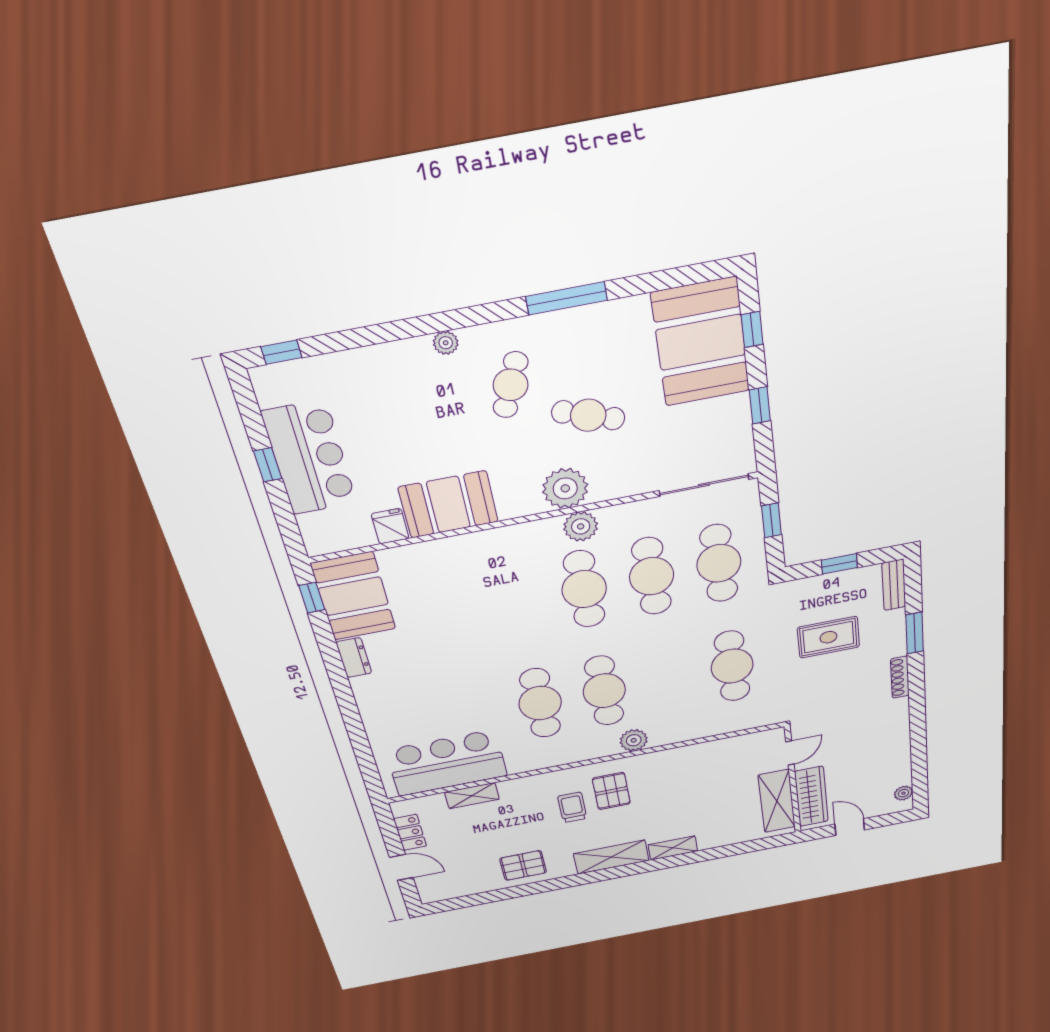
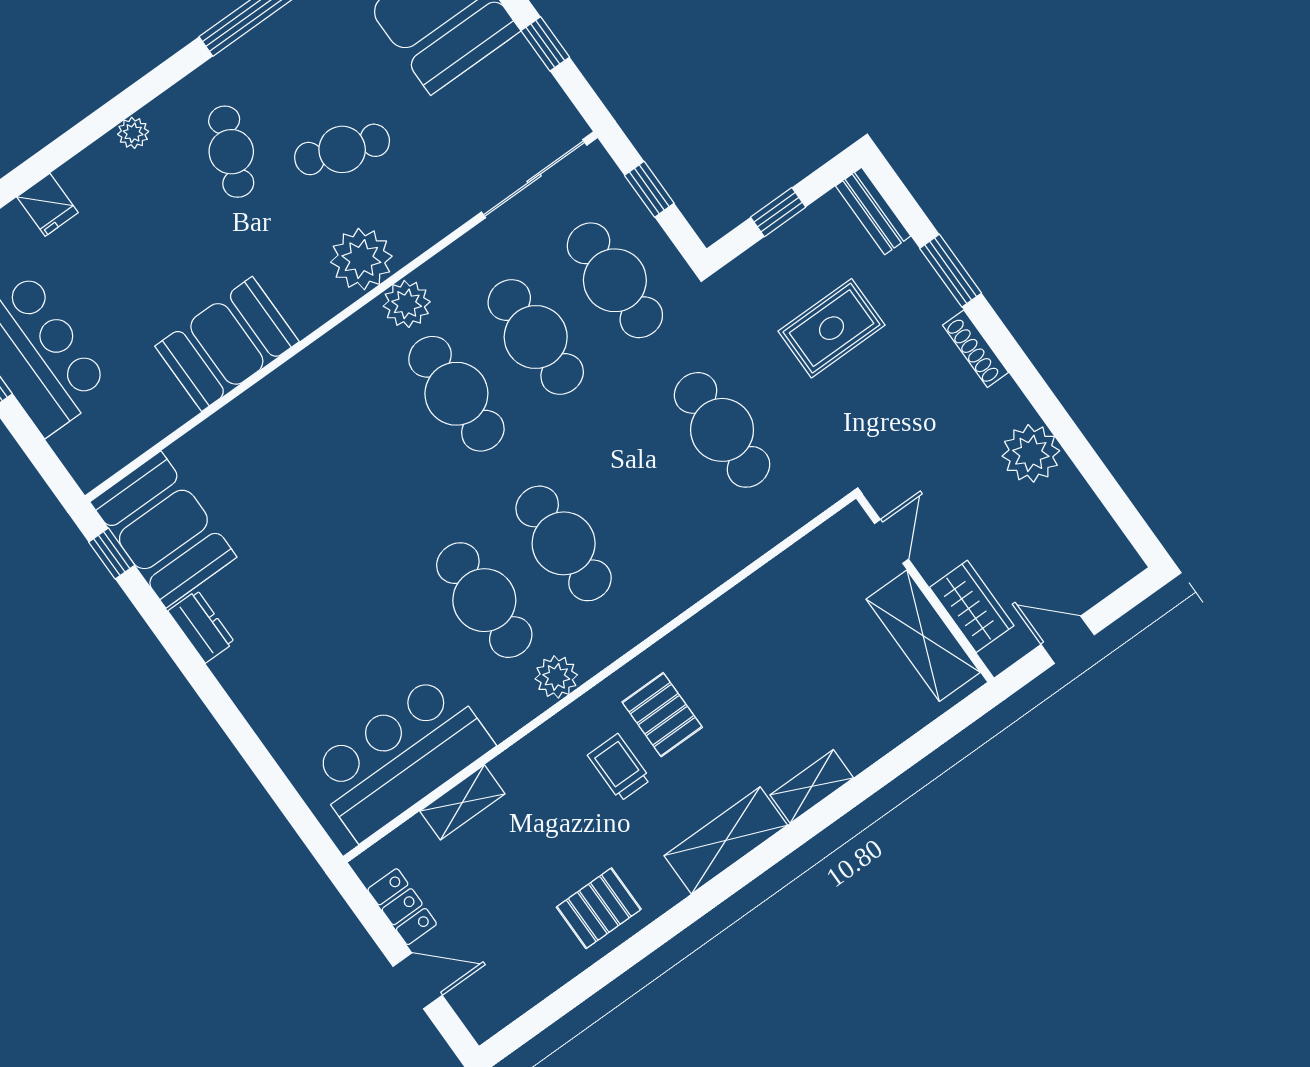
fridge: (390, 526) -> (48, 205), moved, turned 180
plant: (634, 740) -> (556, 677), moved
plant: (903, 793) -> (1031, 453), moved, width x1.87, depth x1.87
wardrobe: (811, 797) -> (972, 606), width x0.67

